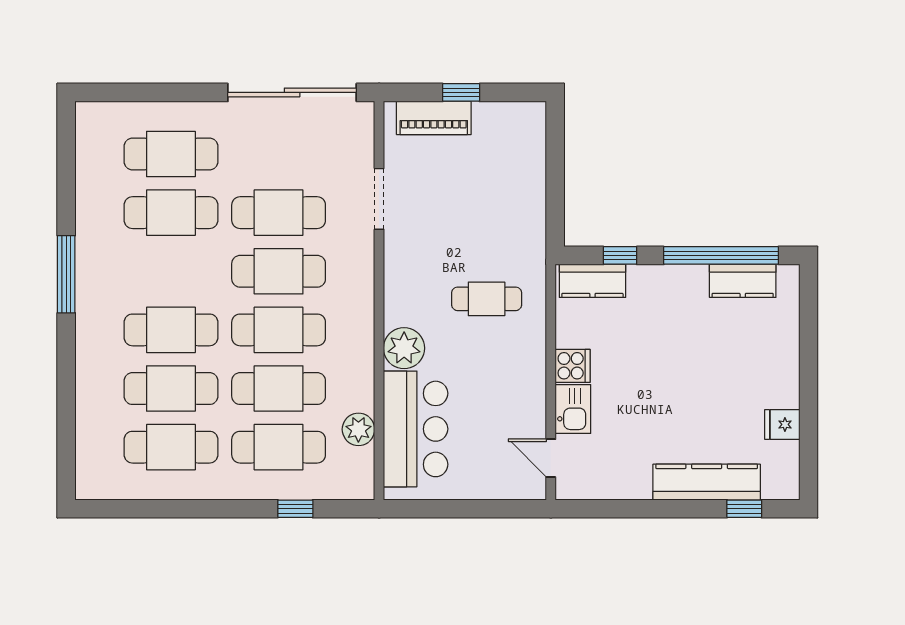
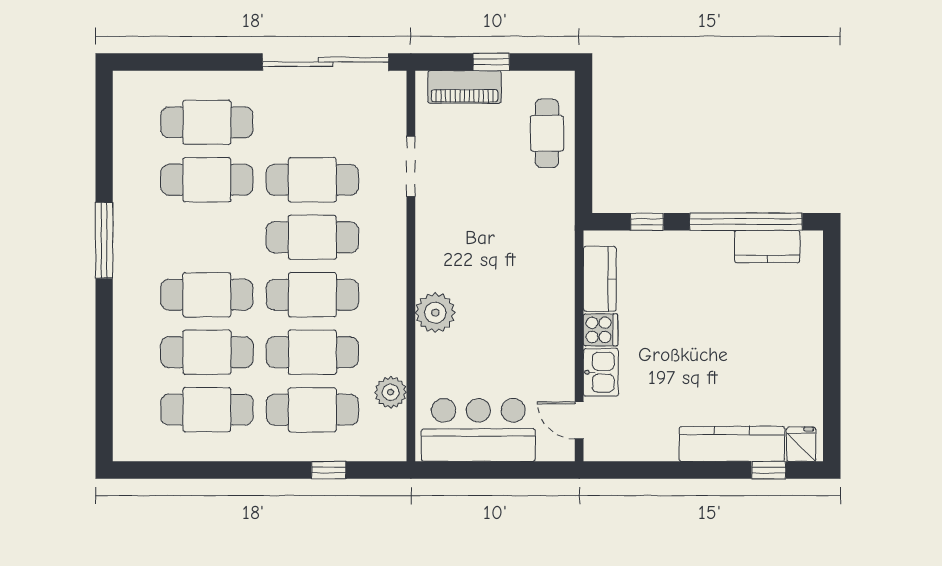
kitchen counter: (592, 281) -> (600, 279), moved, turned -90
cafe table: (487, 299) -> (547, 133), moved, turned 90
fridge: (782, 424) -> (801, 444), moved, turned 90
bar counter: (416, 429) -> (478, 430), moved, turned -90

